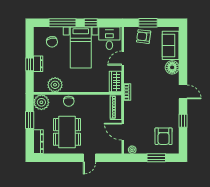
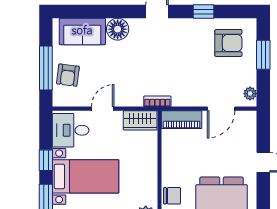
window: (148, 23) -> (46, 68), width x1.44
door: (123, 58) -> (103, 109), swing flipped

